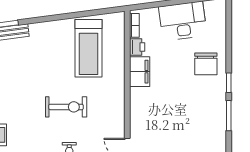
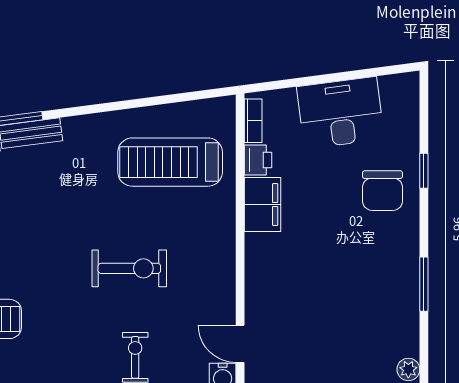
treadmill: (89, 48) -> (170, 162), turned 90
window: (229, 83) -> (424, 171), moved

